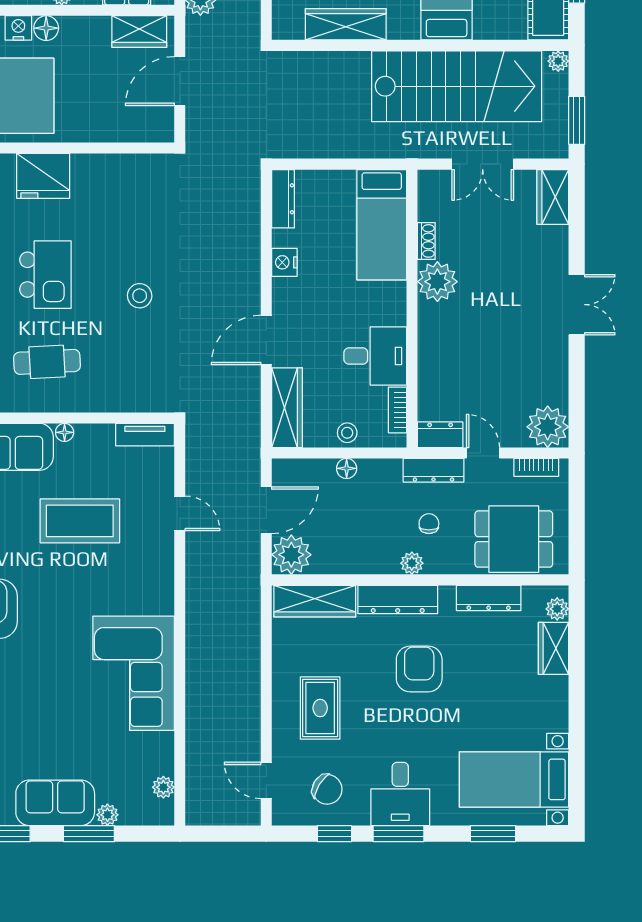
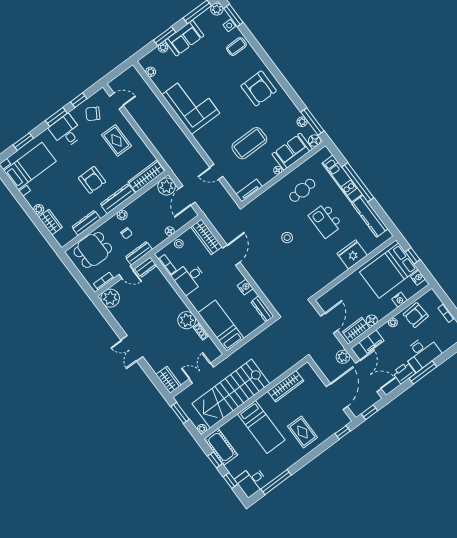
floor lamp: (46, 28) -> (372, 320), moved
plant: (557, 609) -> (39, 209), moved

